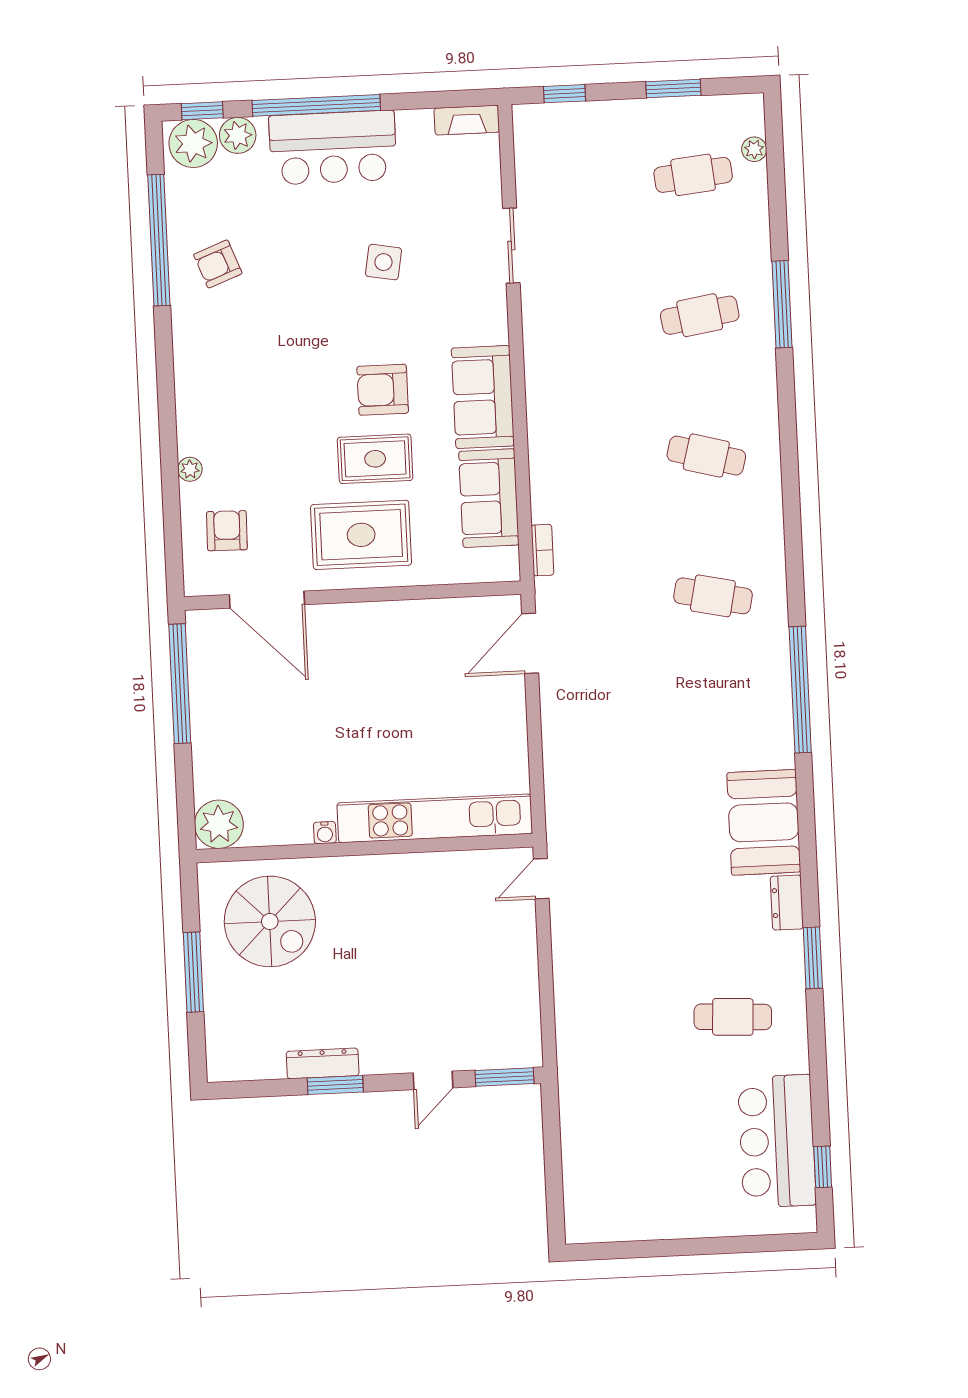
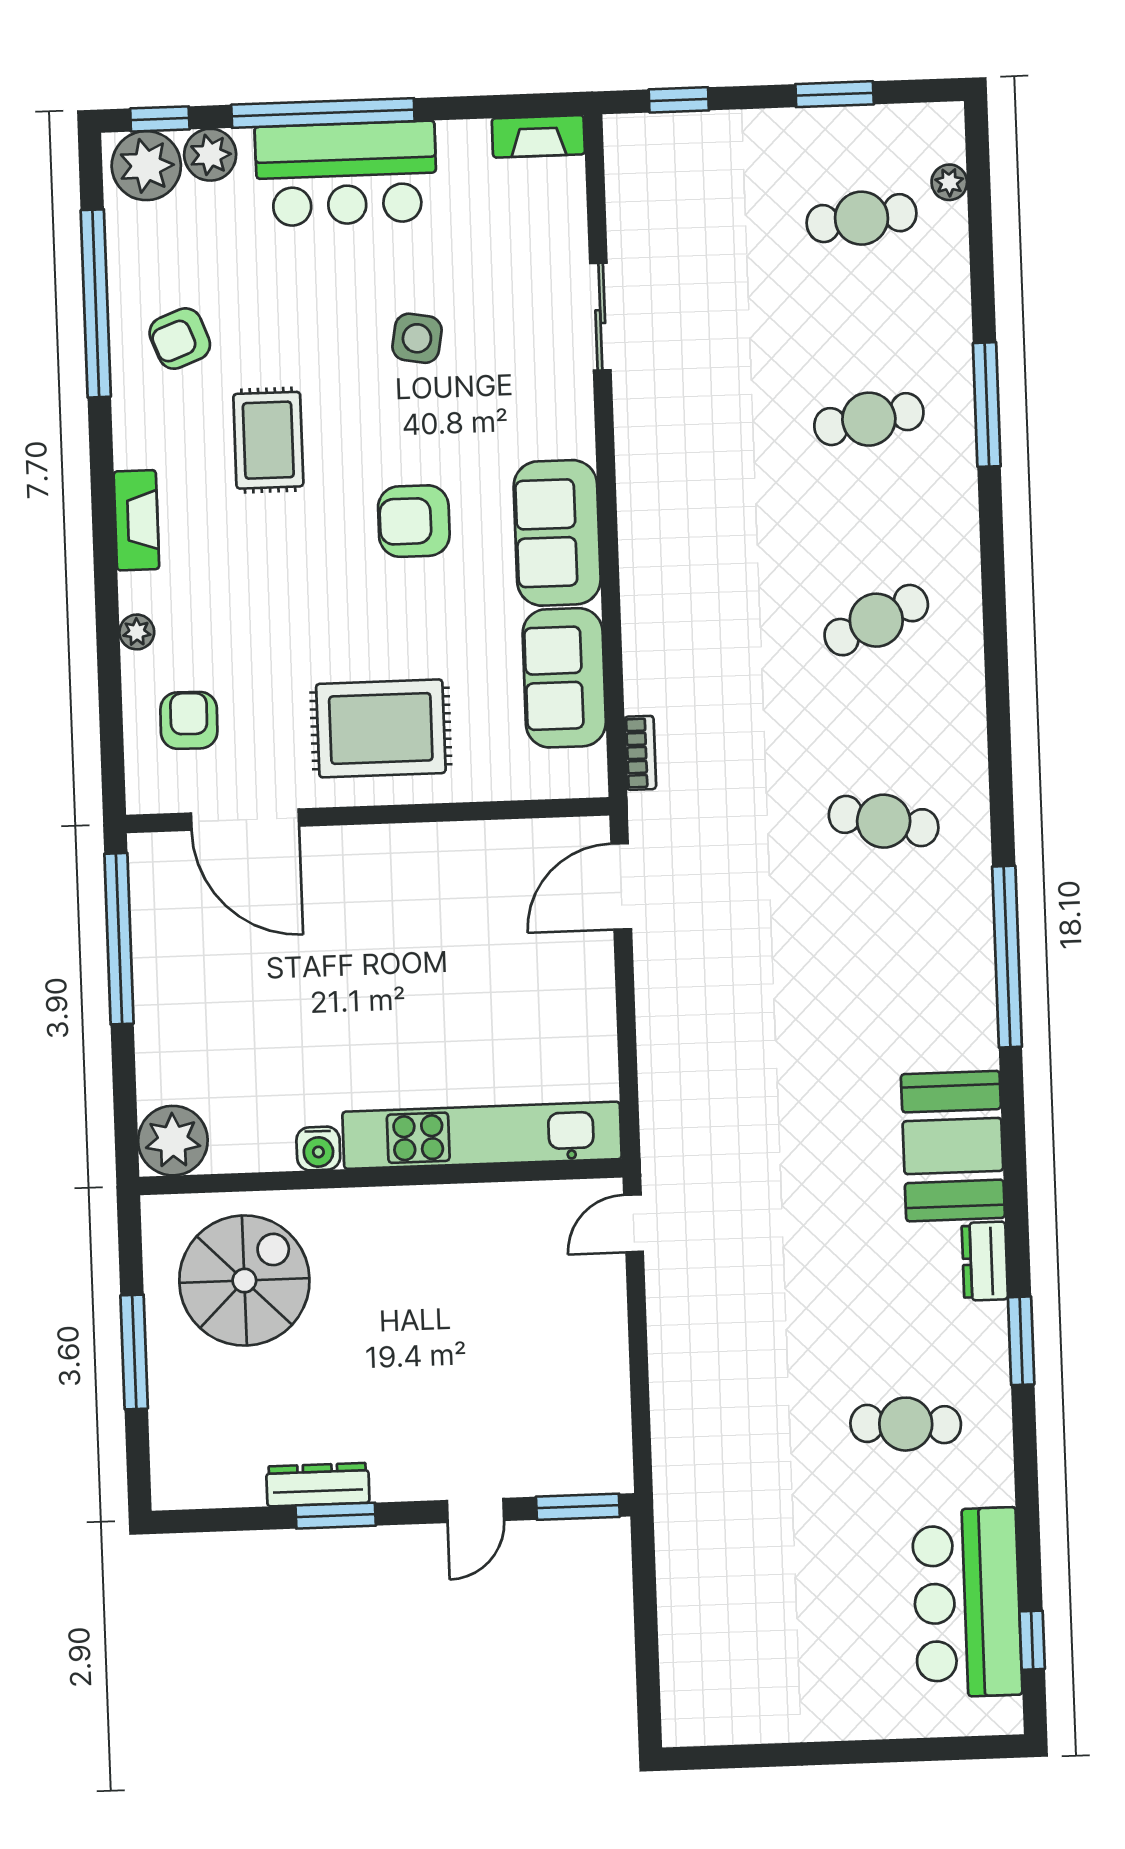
fireplace: (189, 391) -> (136, 520), added
cafe table: (706, 456) -> (876, 620), turned -39
rug: (375, 459) -> (268, 440), moved, turned 90
water cooler: (325, 833) -> (318, 1149), width x1.38, depth x1.38
spiral stairs: (270, 921) -> (244, 1281), turned -90

